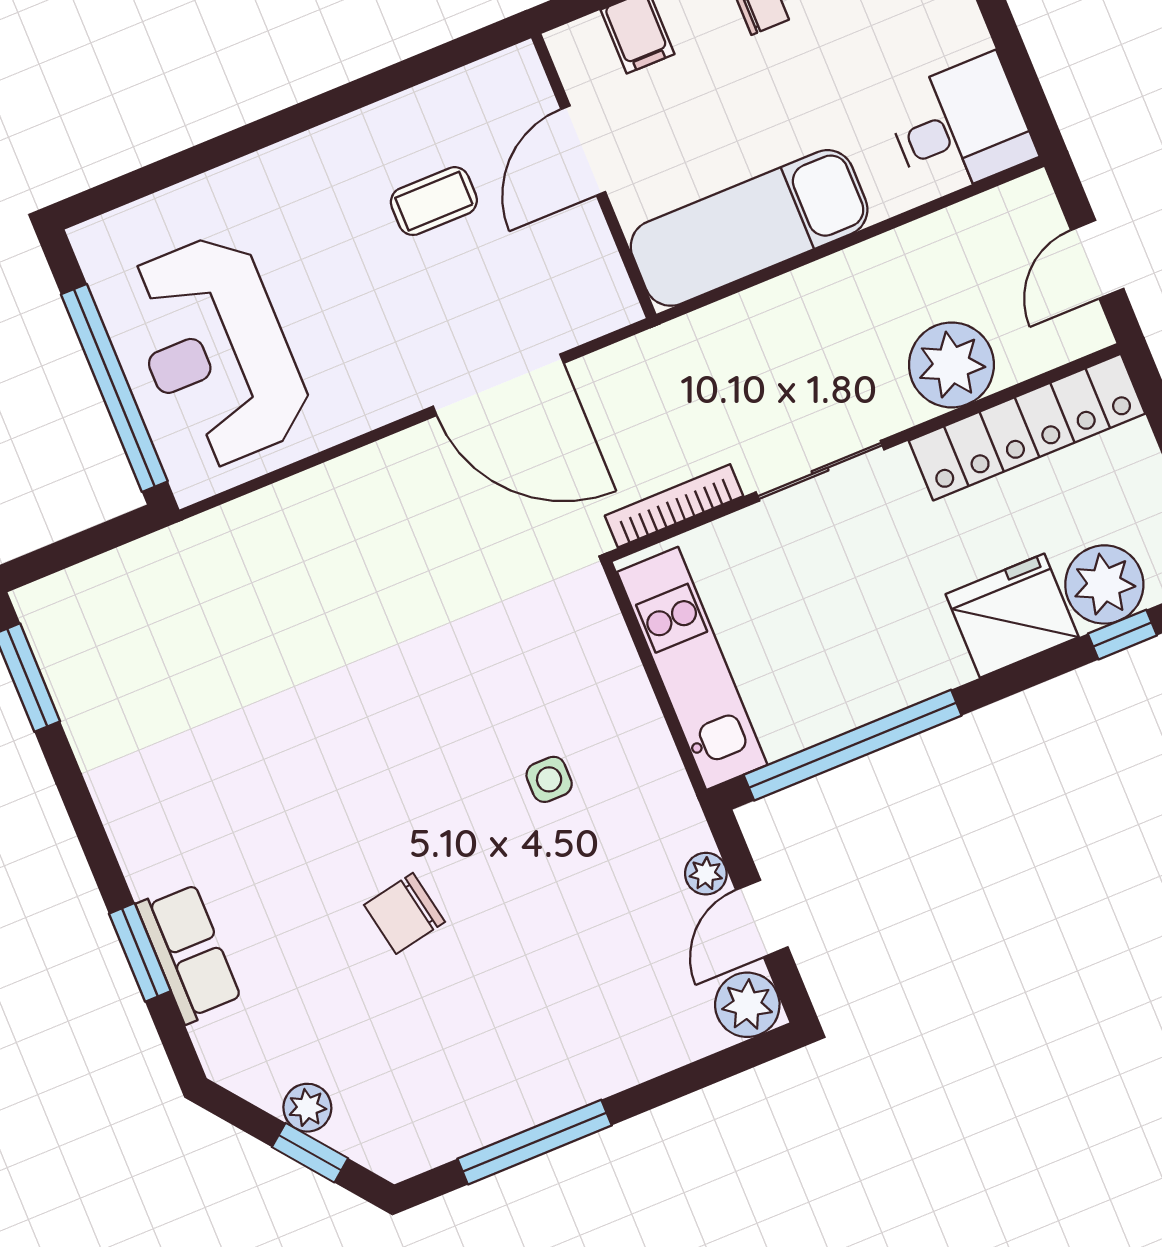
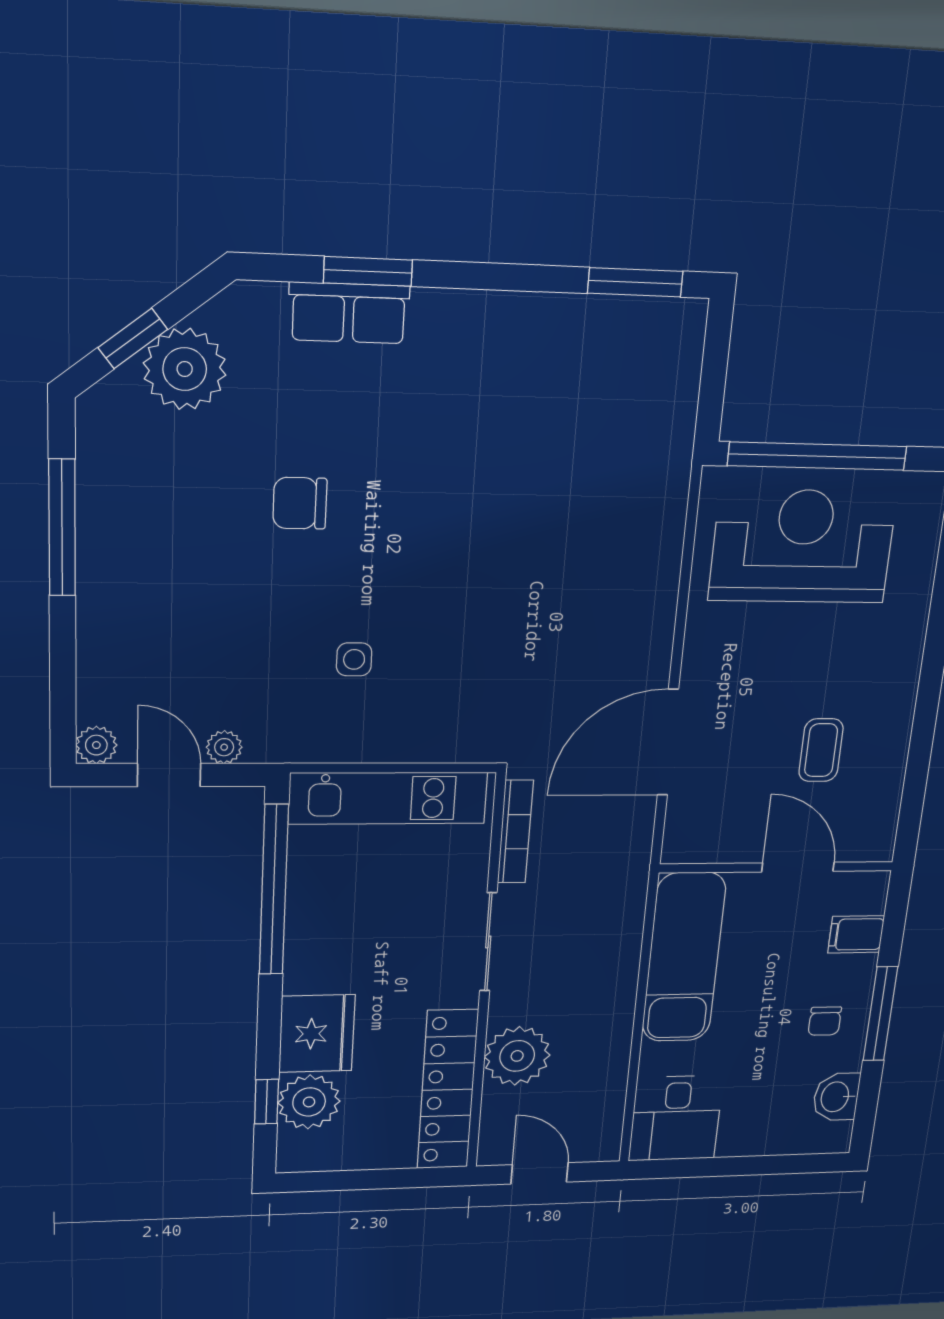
chair: (404, 913) -> (300, 503), turned -79
plant: (747, 1005) -> (96, 745), width x0.73, depth x0.73
plant: (307, 1108) -> (185, 369), width x1.88, depth x1.88

